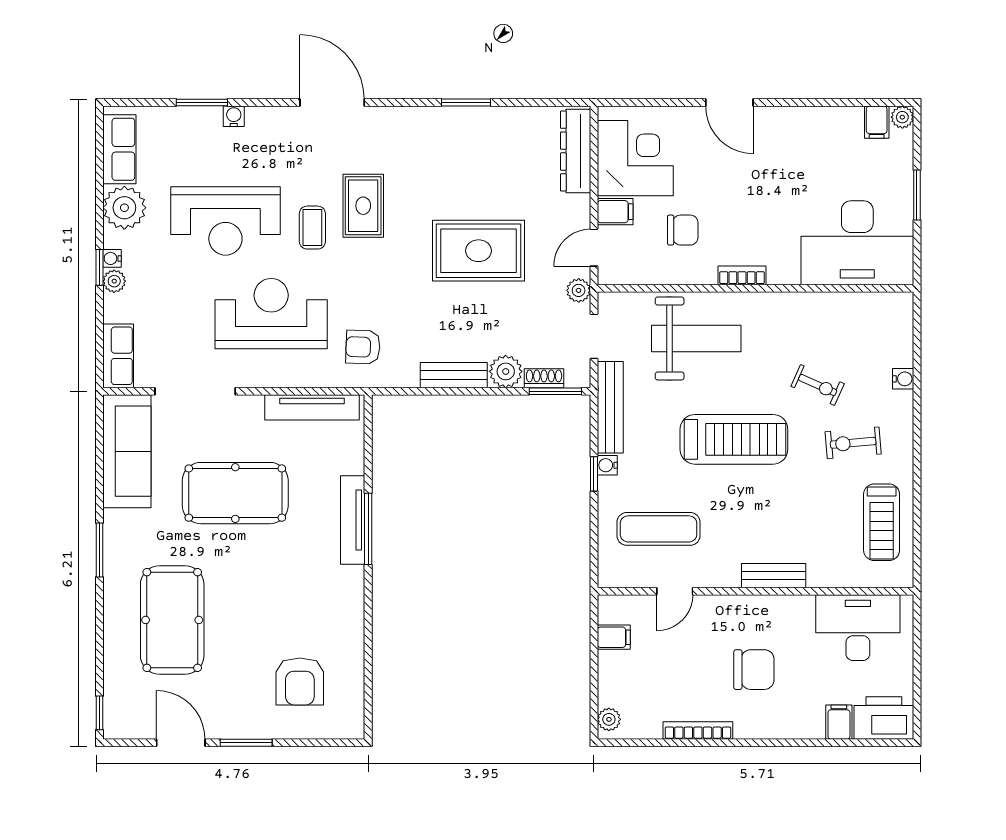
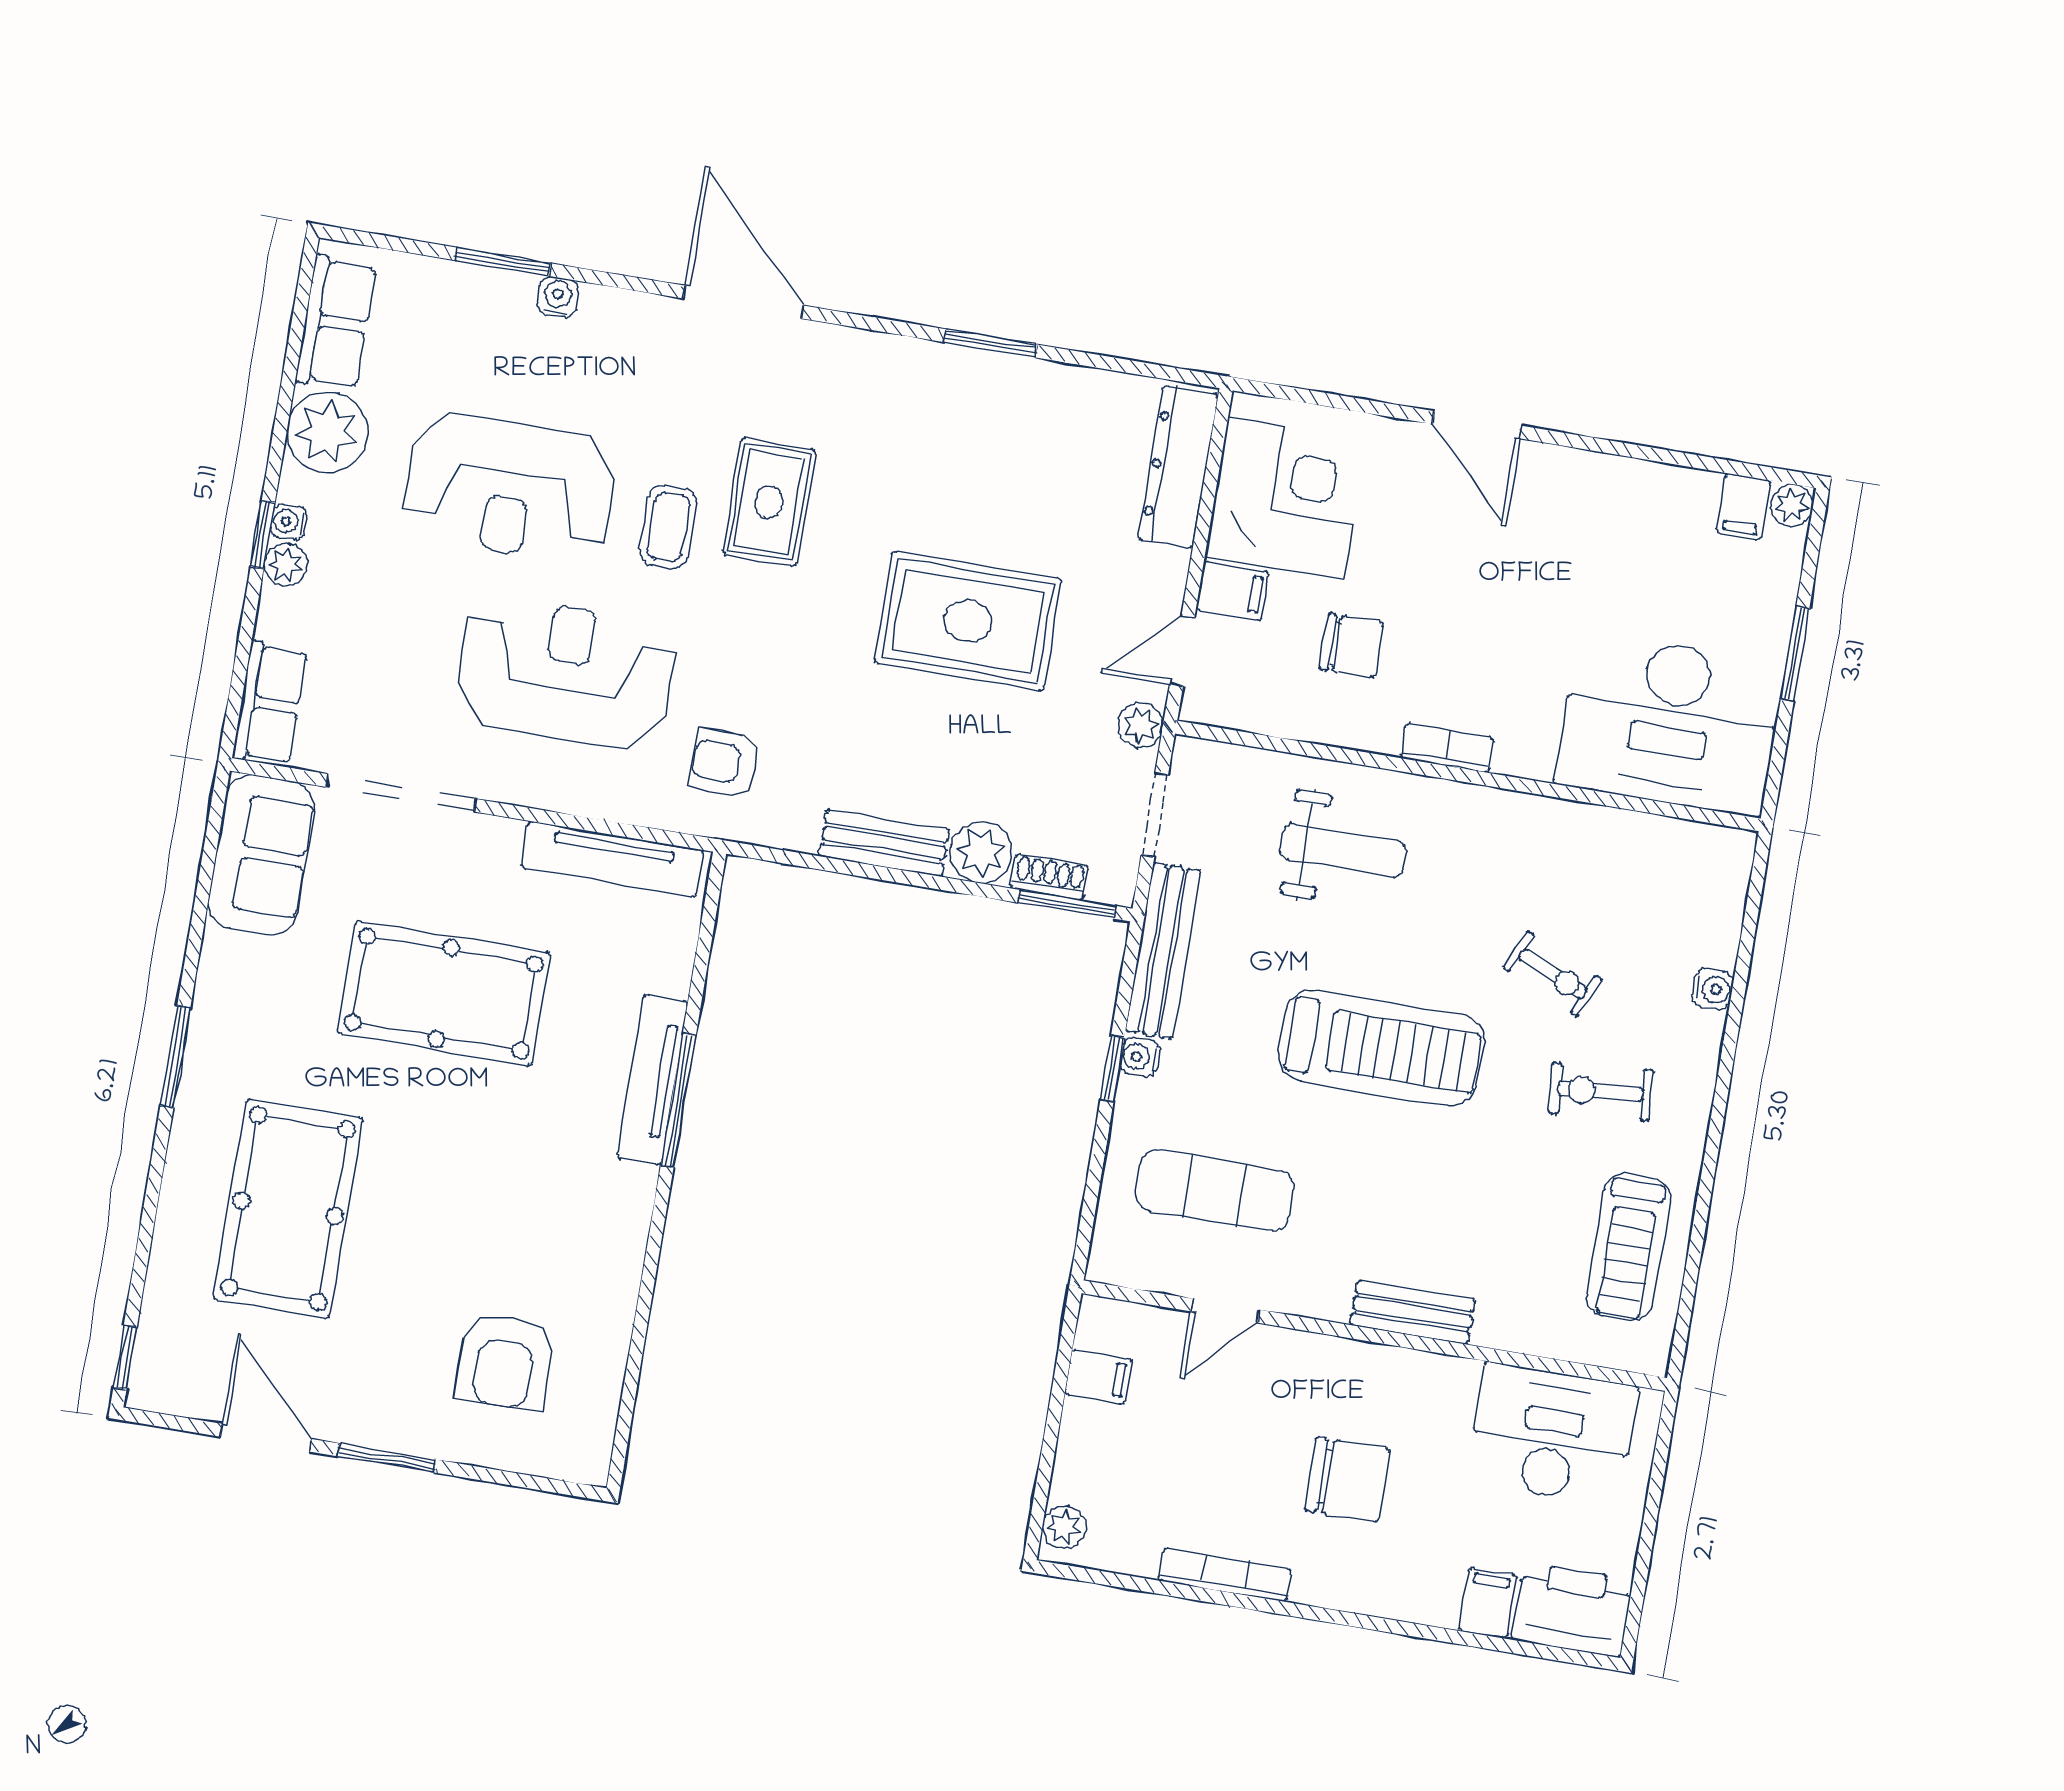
weight bench: (696, 338) -> (1343, 850), width x0.73, depth x0.75
sofa: (127, 451) -> (261, 855), width x0.73

